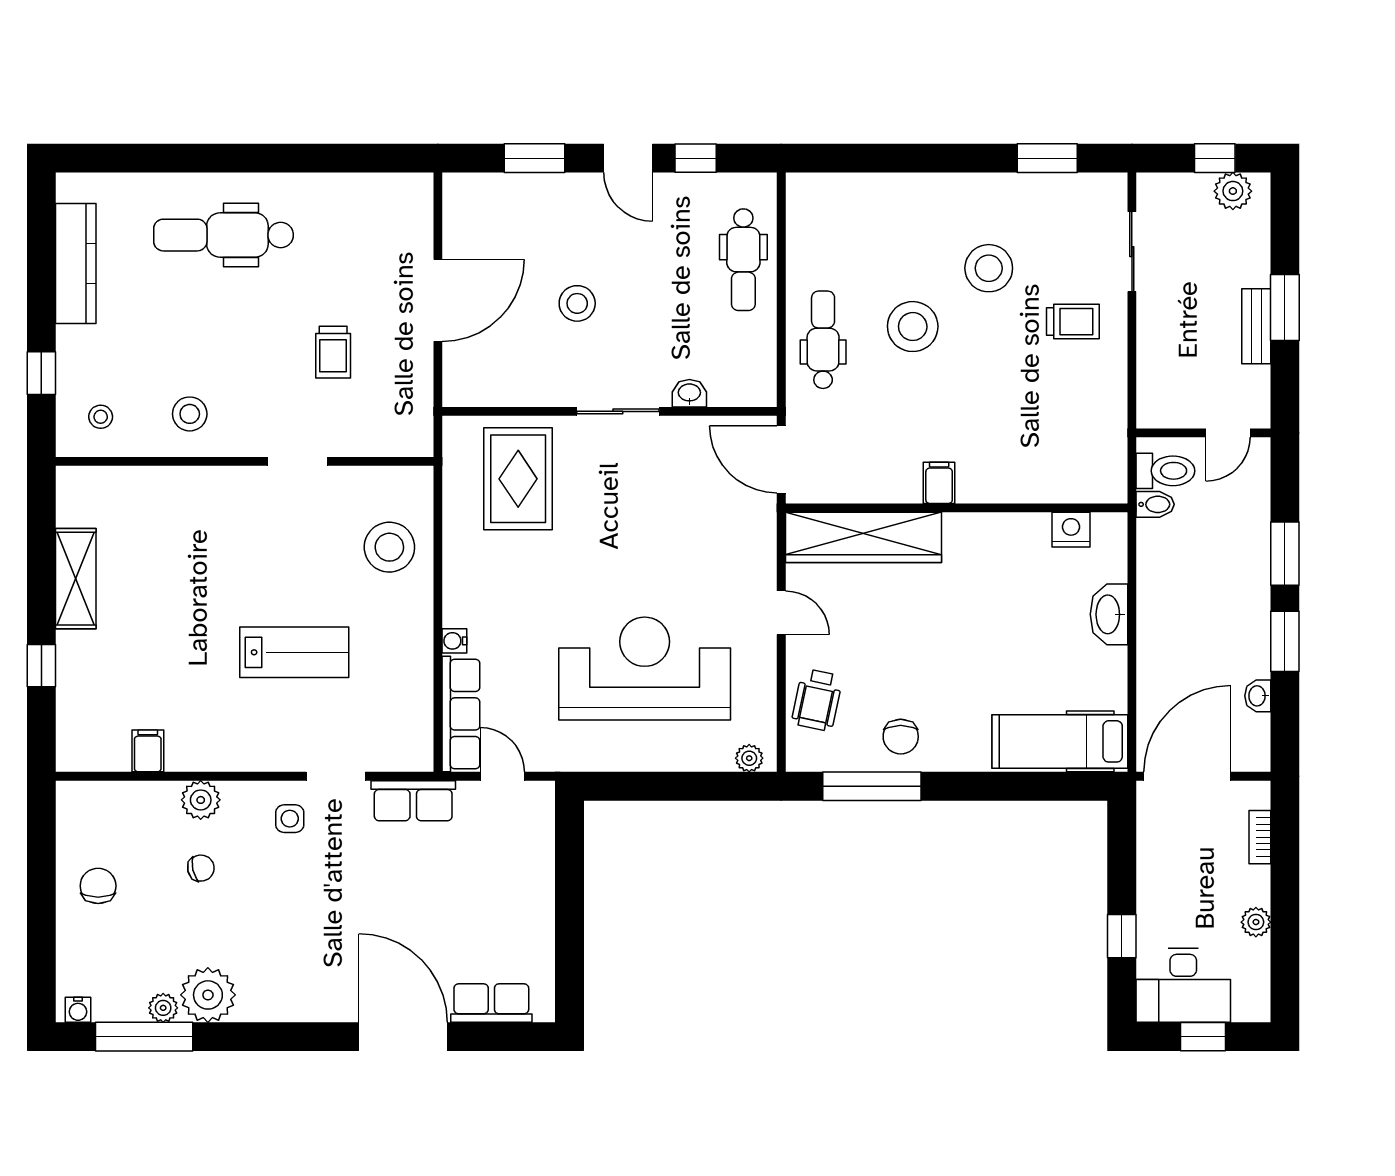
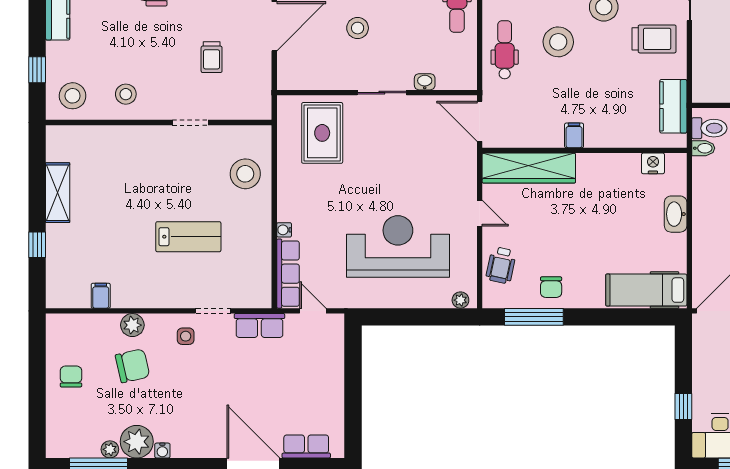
trolley: (1073, 322) -> (654, 39), width x1.36, depth x1.39
stool: (101, 417) -> (73, 96), width x1.89, depth x1.89
kitchen counter: (1105, 434) -> (673, 106), added
chair: (201, 868) -> (132, 366), width x1.87, depth x1.87
water cooler: (78, 1010) -> (162, 451), moved

